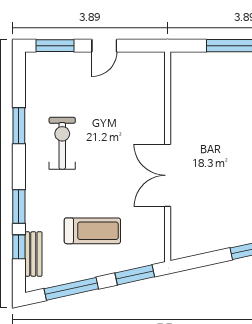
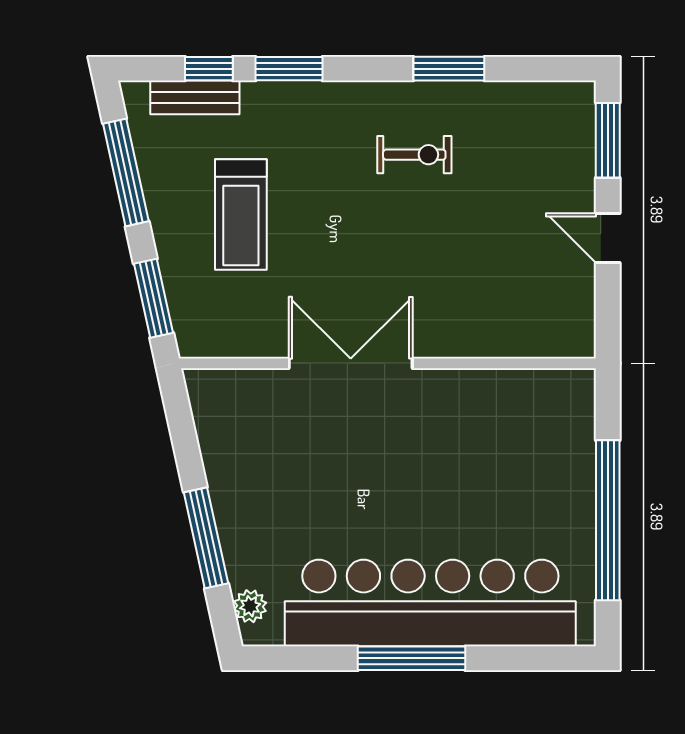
exercise bike: (62, 143) -> (414, 155), width x0.73, depth x0.72

